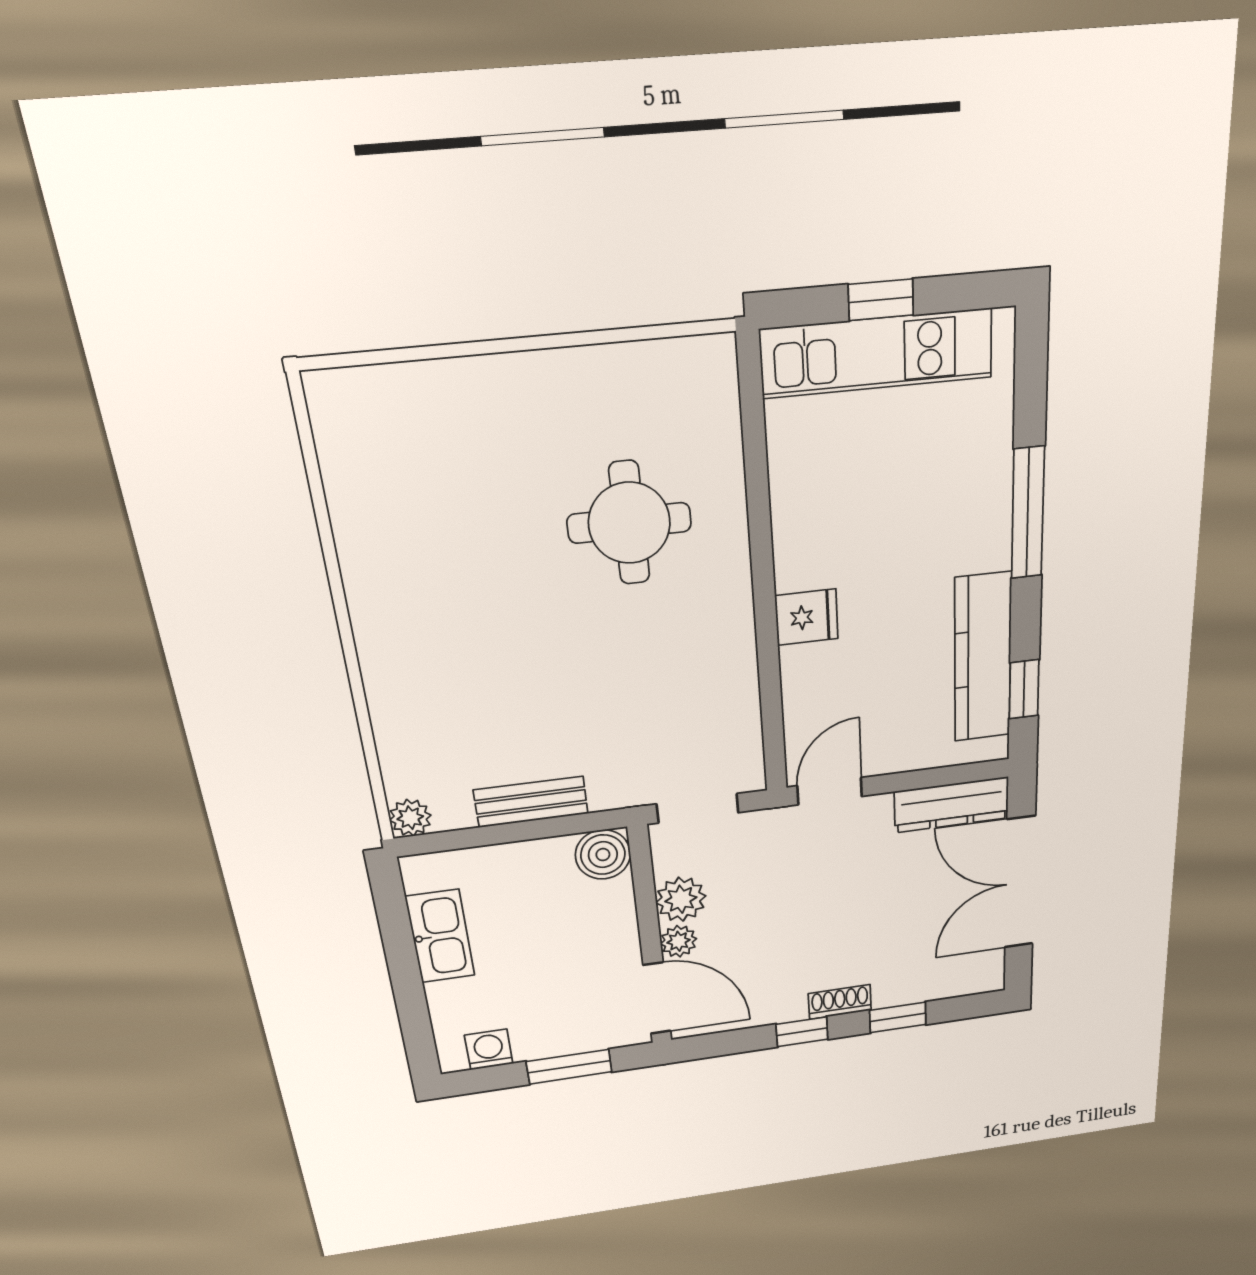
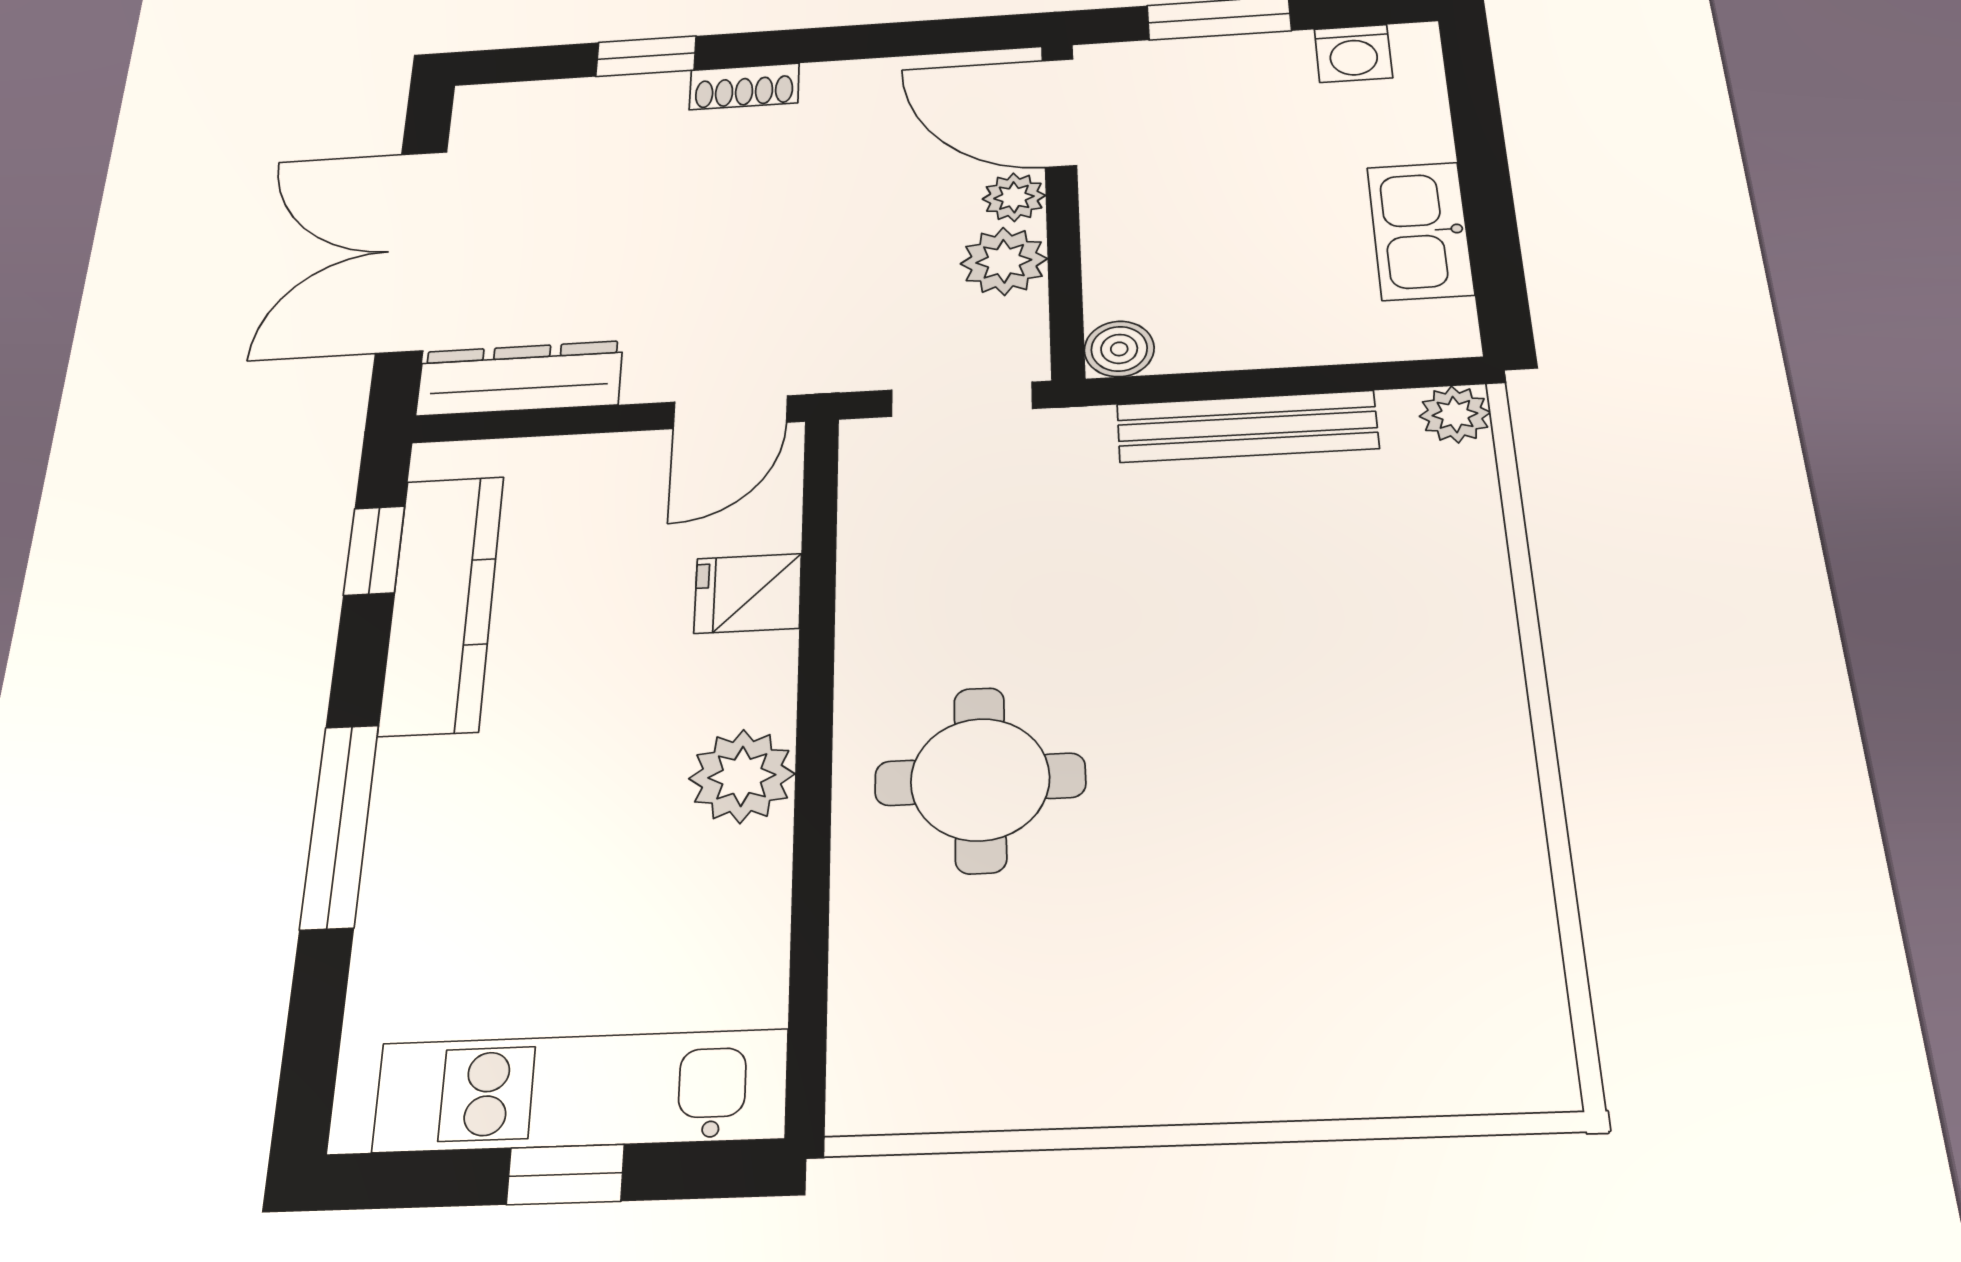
round table: (629, 523) -> (980, 779), moved
plant: (803, 558) -> (742, 776), added
fridge: (807, 617) -> (748, 593), moved
bench: (531, 802) -> (1247, 426), width x1.36
boiler: (603, 855) -> (1119, 349), width x0.73, depth x0.73
double door: (1020, 883) -> (412, 250), swing flipped
window: (802, 1032) -> (814, 45), removed

